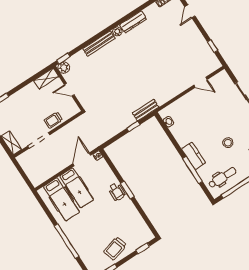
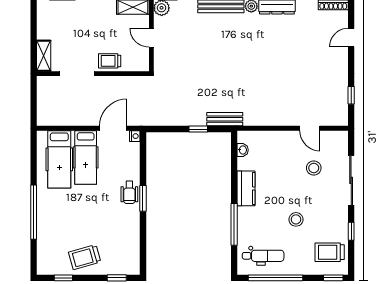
stool: (218, 105) -> (314, 168), added
kitchen counter: (193, 156) -> (246, 188), moved

